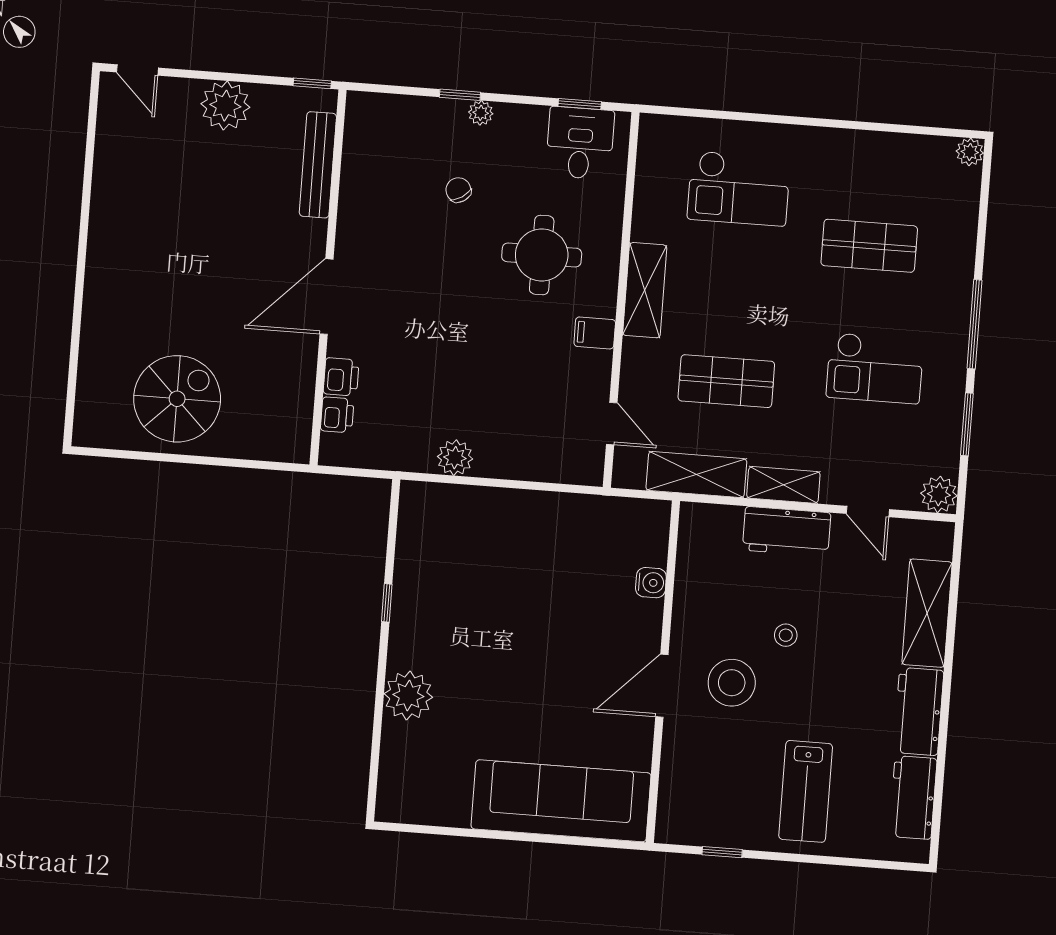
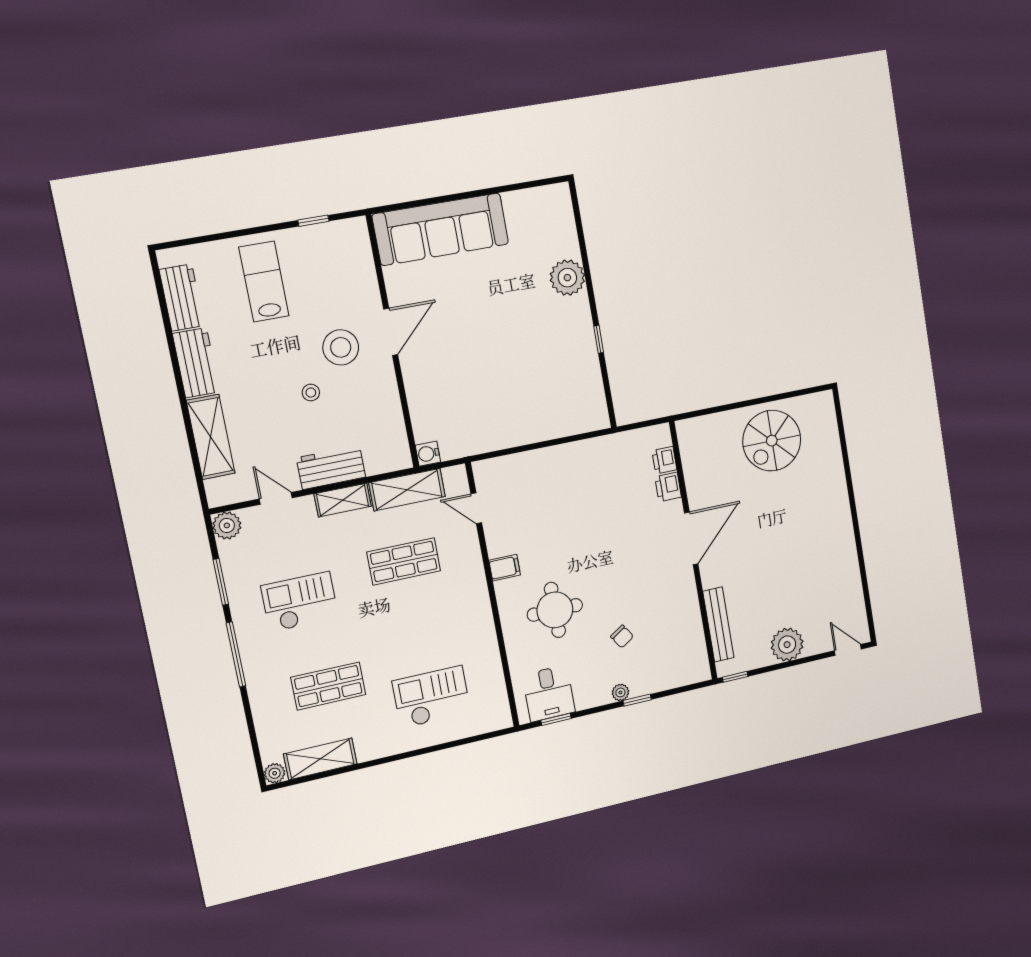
shelving: (645, 290) -> (320, 759), moved, turned 90
plant: (455, 458) -> (578, 454), removed
water cooler: (651, 583) -> (428, 454), moved

